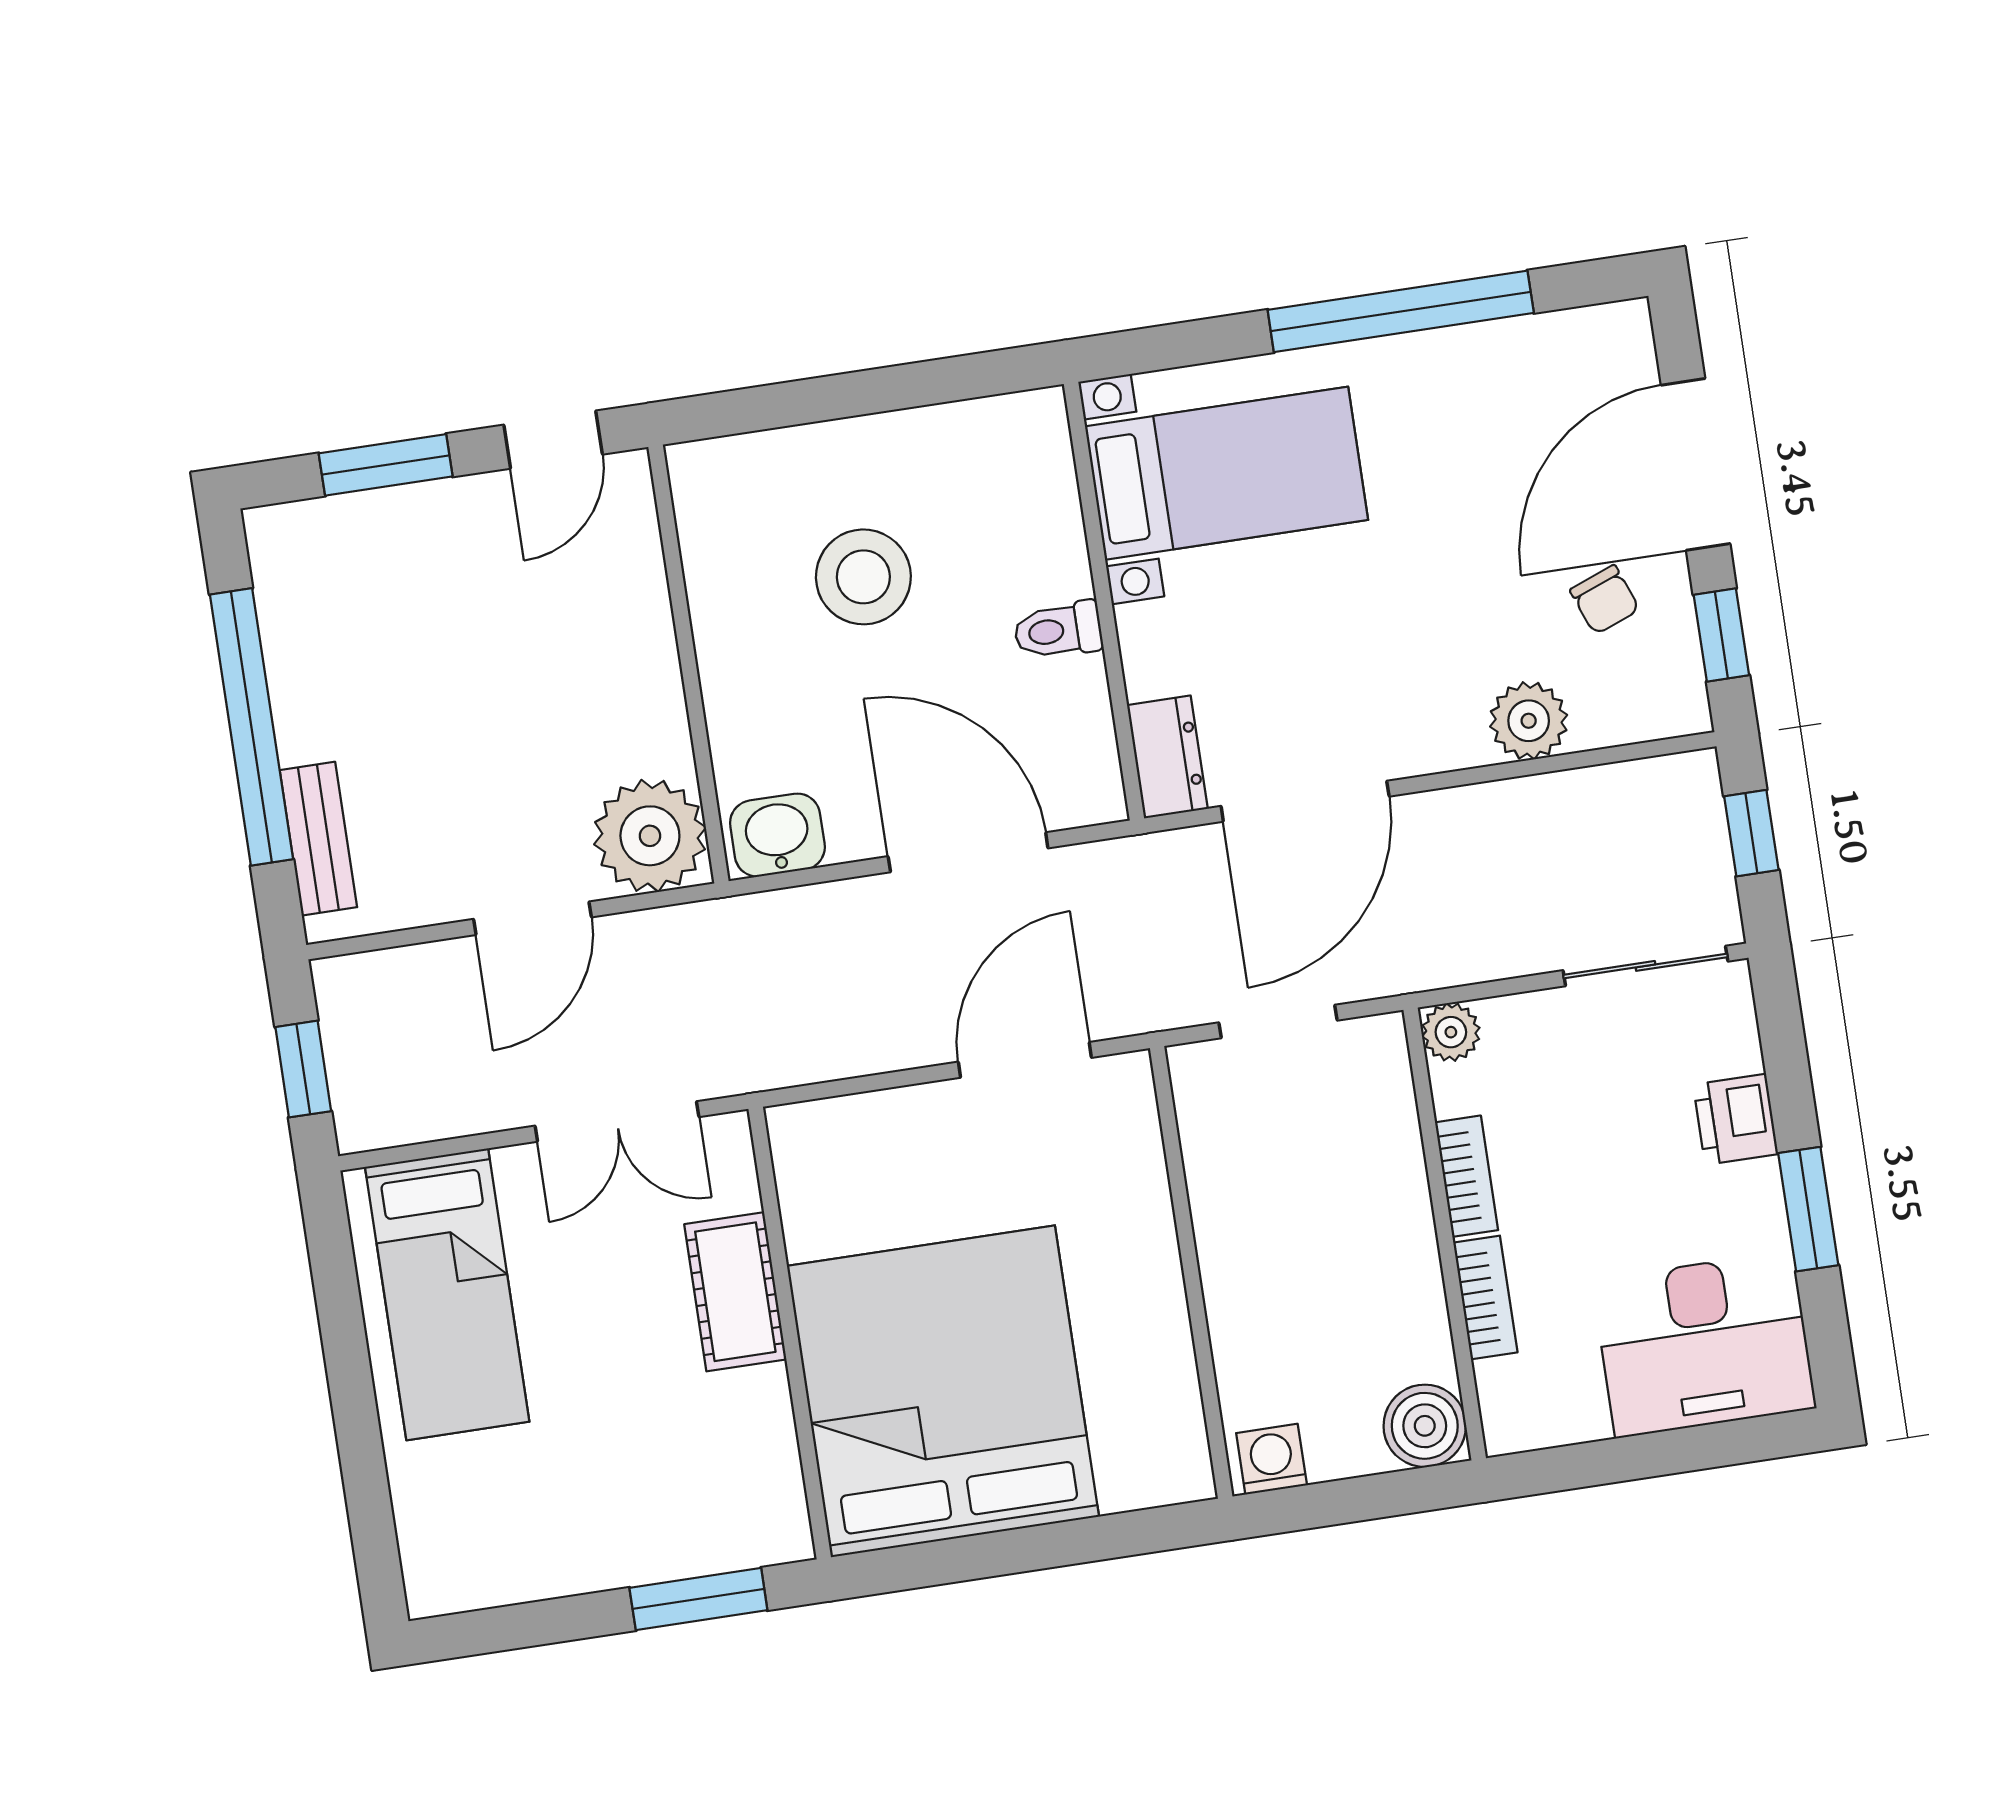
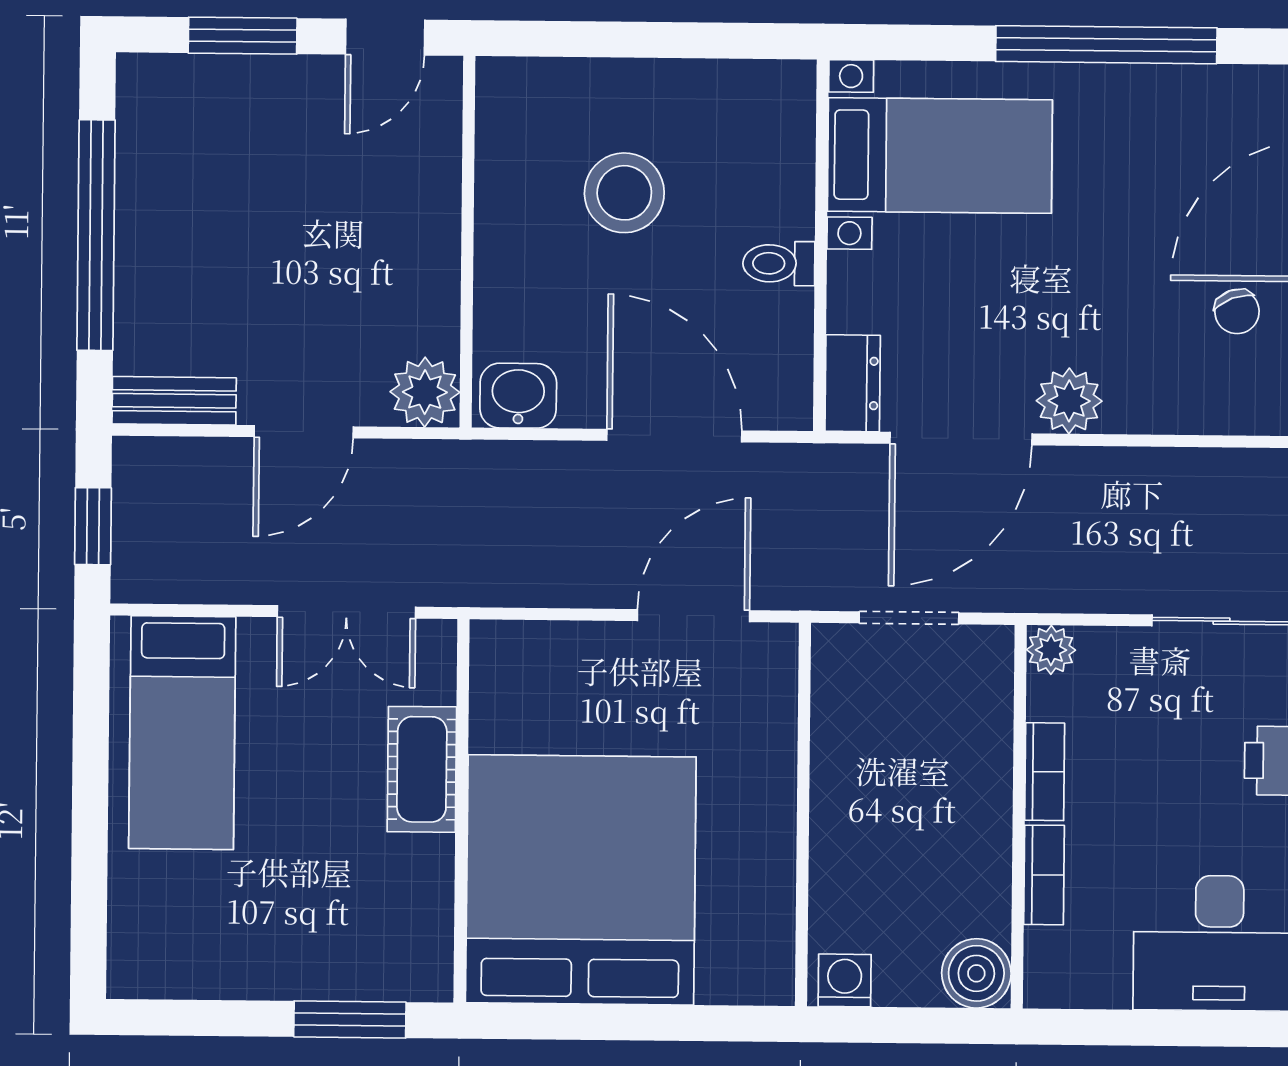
plant: (1529, 721) -> (1069, 401), moved
plant: (650, 836) -> (425, 392), width x0.73, depth x0.73
bench: (318, 839) -> (174, 401), moved, turned 90

